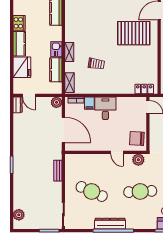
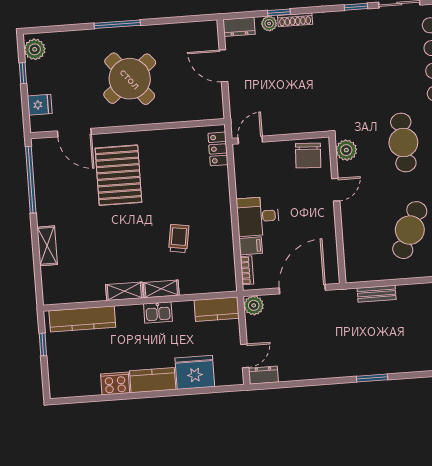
kitchen counter: (56, 70) -> (217, 309), moved
shelving: (70, 83) -> (124, 291), moved

